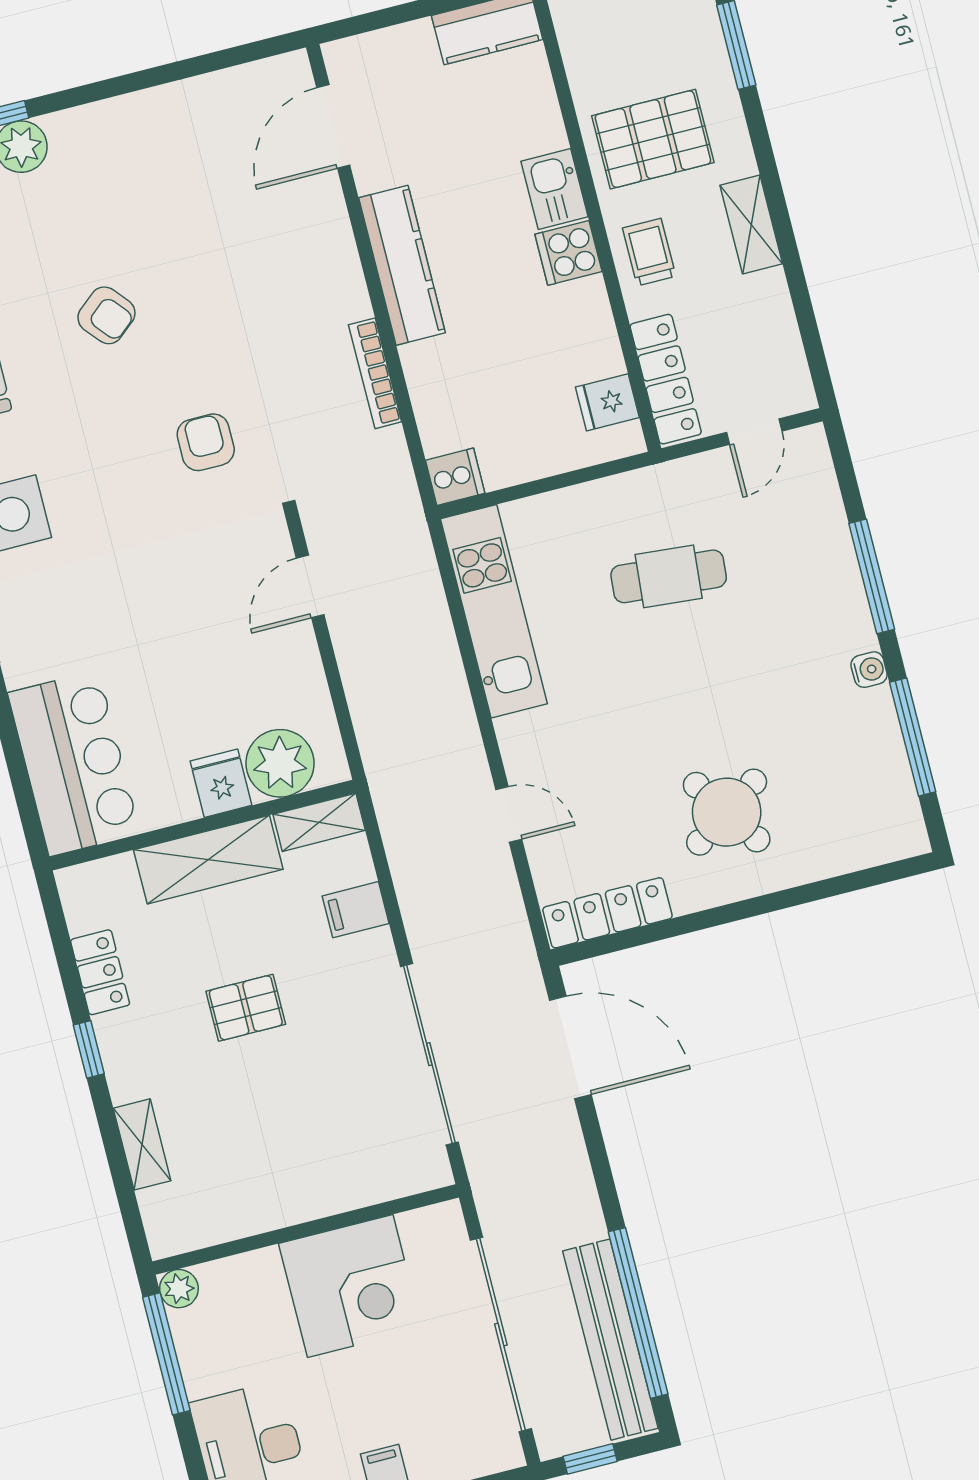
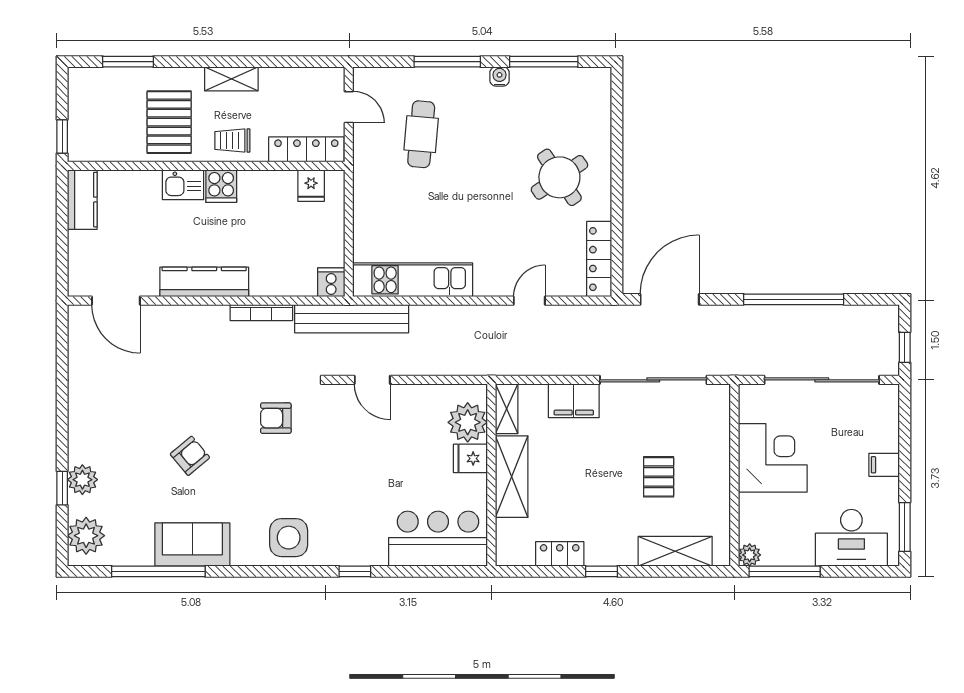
cafe table: (669, 576) -> (421, 134), moved
filing cabinet: (356, 910) -> (574, 401), width x2.00
pallet: (246, 1008) -> (659, 477), moved
shelving: (142, 1144) -> (675, 551), width x1.50, depth x1.33
window: (638, 1313) -> (794, 299), moved
bench: (610, 1340) -> (352, 319), moved

